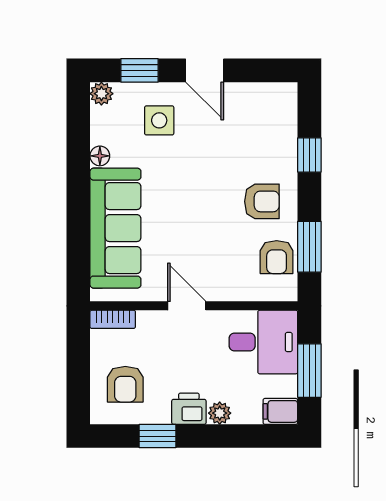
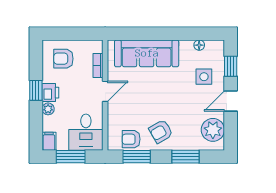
plant: (101, 94) -> (213, 130), moved, width x1.88, depth x1.88
window: (309, 155) -> (186, 157), width x1.50
floor lamp: (100, 156) -> (199, 45), moved
armchair: (262, 201) -> (161, 131), turned 60
bookcase: (113, 319) -> (98, 66), moved
window: (157, 436) -> (36, 90), moved

